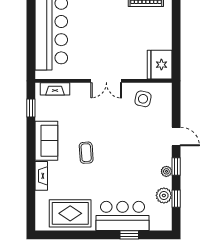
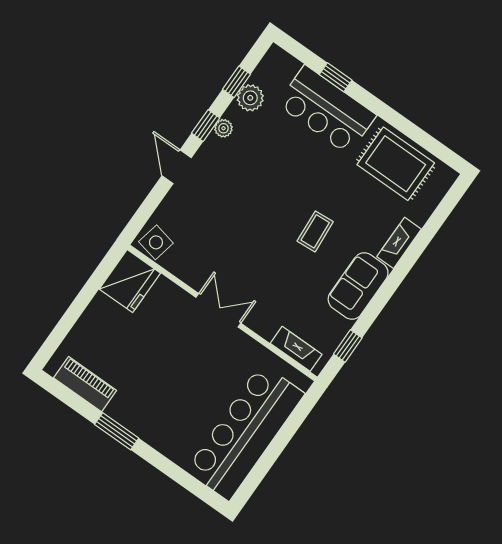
side table: (143, 99) -> (156, 242), moved

